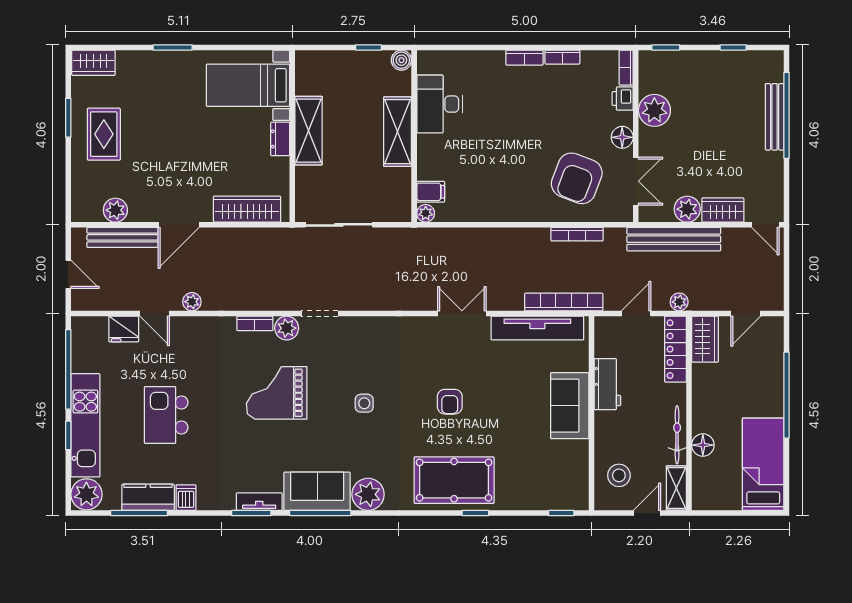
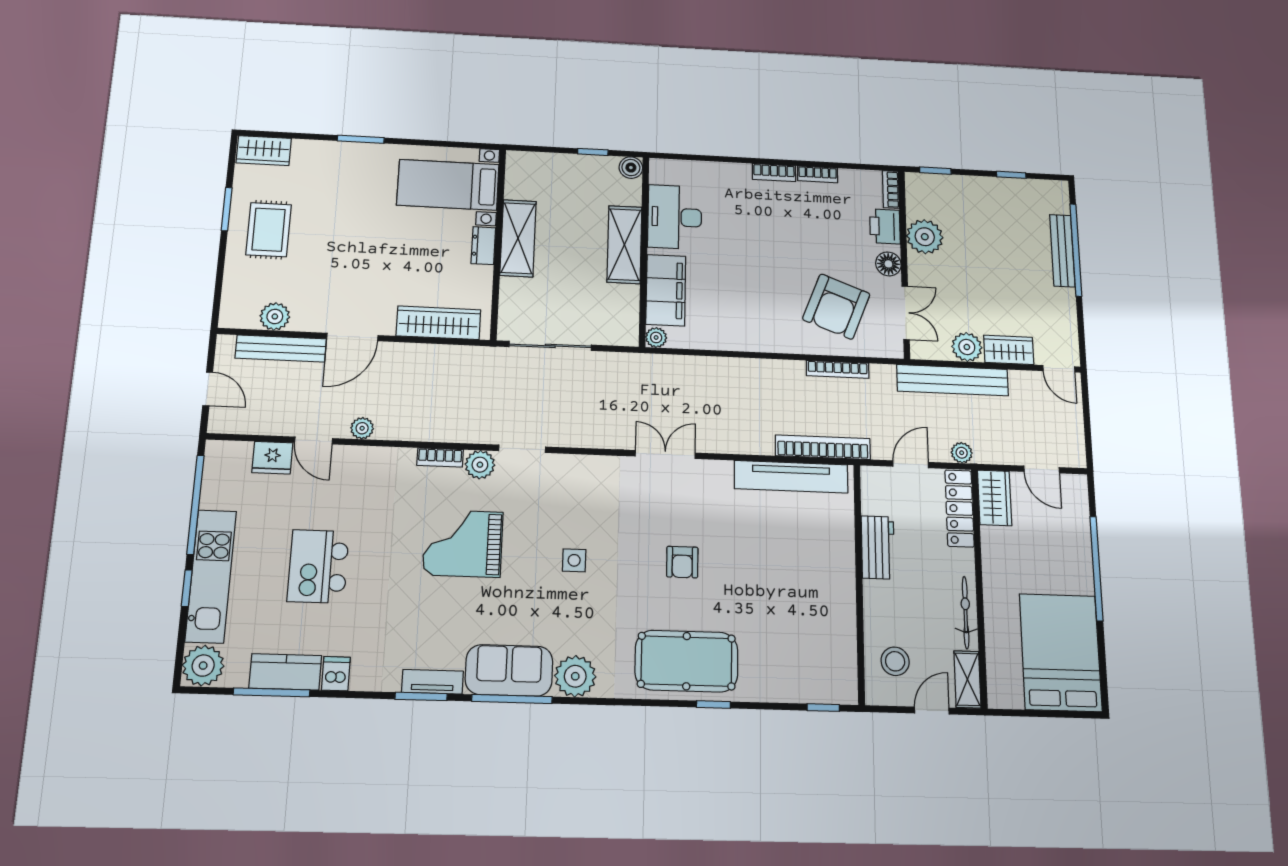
printer: (623, 99) -> (885, 226), width x1.36, depth x1.24
filing cabinet: (431, 192) -> (666, 290), width x3.00, depth x1.17
double door: (462, 314) -> (665, 454), moved
door: (746, 314) -> (1042, 469), hinge flipped
sofa: (570, 406) -> (832, 572), removed
floor lamp: (703, 445) -> (998, 626), removed
bed: (763, 464) -> (1060, 652), width x1.50

